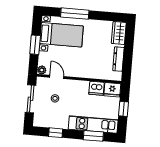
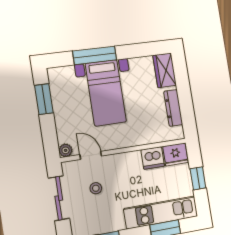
bed with nightstands: (61, 35) -> (106, 93), moved, turned 90
window: (35, 45) -> (44, 99), moved

